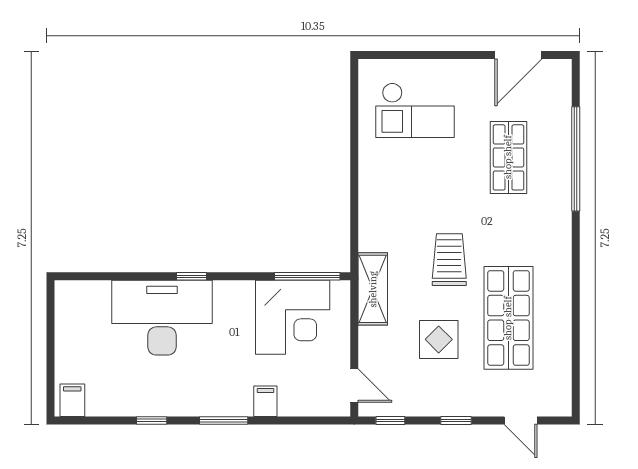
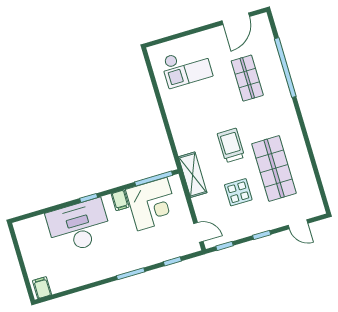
filing cabinet: (265, 401) -> (120, 200), moved, turned 180
window: (152, 420) -> (172, 261), moved

